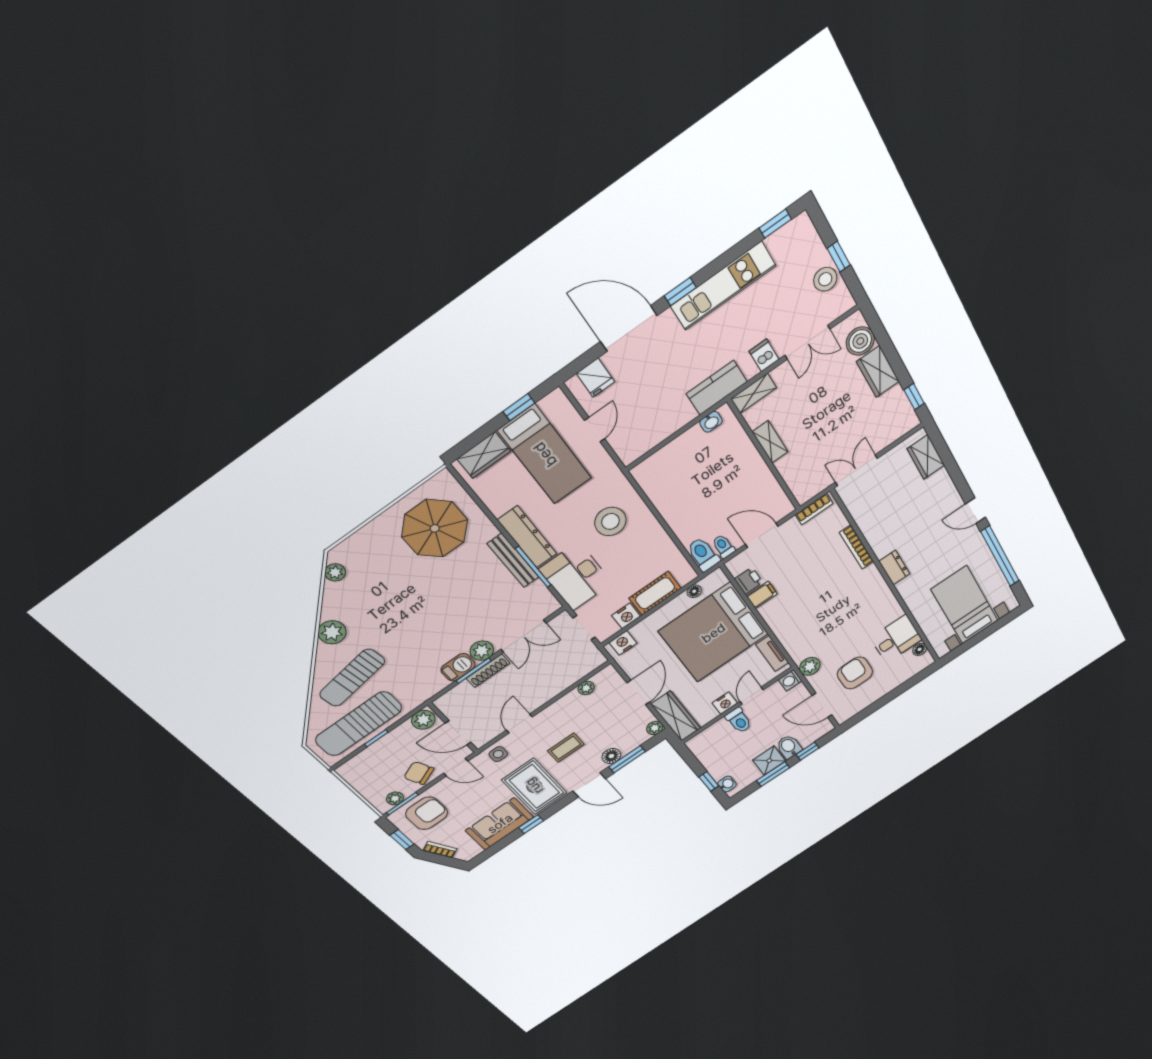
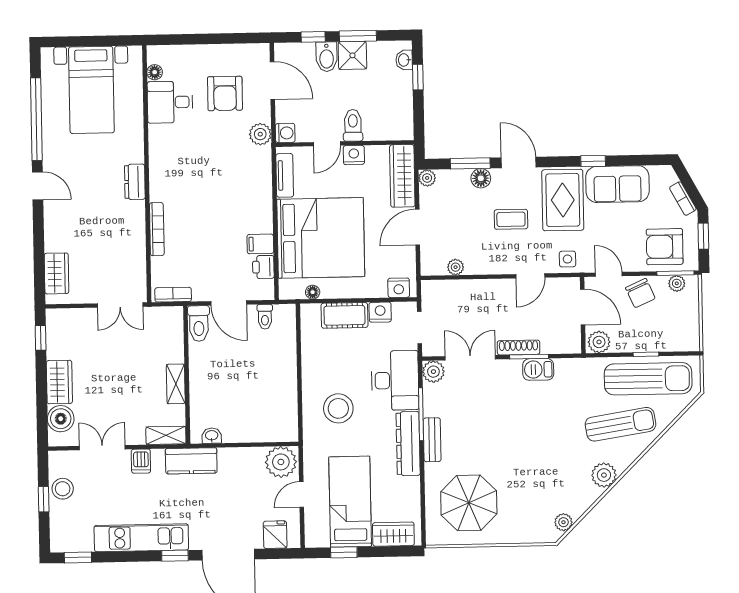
plant: (633, 444) -> (281, 462), added
toilet: (703, 554) -> (199, 323), moved
bench: (513, 560) -> (432, 440), width x0.73
plant: (482, 651) -> (433, 372), moved

